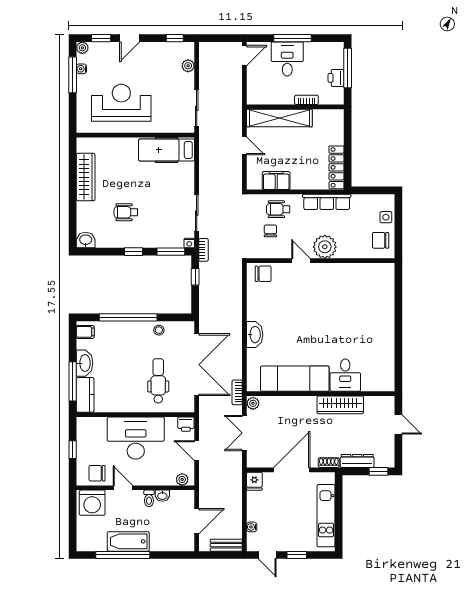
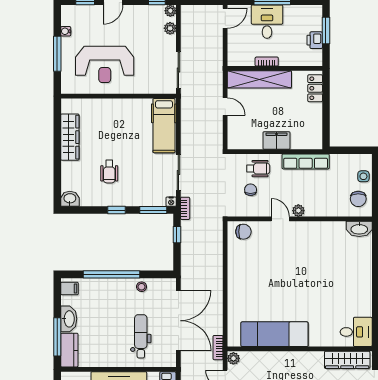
plant: (82, 48) -> (170, 11), moved
window: (348, 68) -> (326, 31), width x0.69
window: (73, 75) -> (57, 54), moved
bookcase: (306, 100) -> (267, 62), moved
reception desk: (121, 103) -> (105, 64), turned 180
hospital bed: (167, 150) -> (164, 126), moved, turned -90
locker: (336, 167) -> (315, 88), moved, width x0.66
filing cabinet: (276, 181) -> (276, 141), moved
wheelchair: (278, 209) -> (258, 169), turned 180
wheelchair: (126, 212) -> (109, 172), turned -90
chair: (381, 240) -> (358, 199), turned -90
plant: (325, 247) -> (298, 211), width x0.53, depth x0.53
washbasin: (255, 335) -> (359, 229), moved, turned 90
desk: (345, 375) -> (356, 332), moved, turned -90
wardrobe: (340, 405) -> (347, 360), moved

